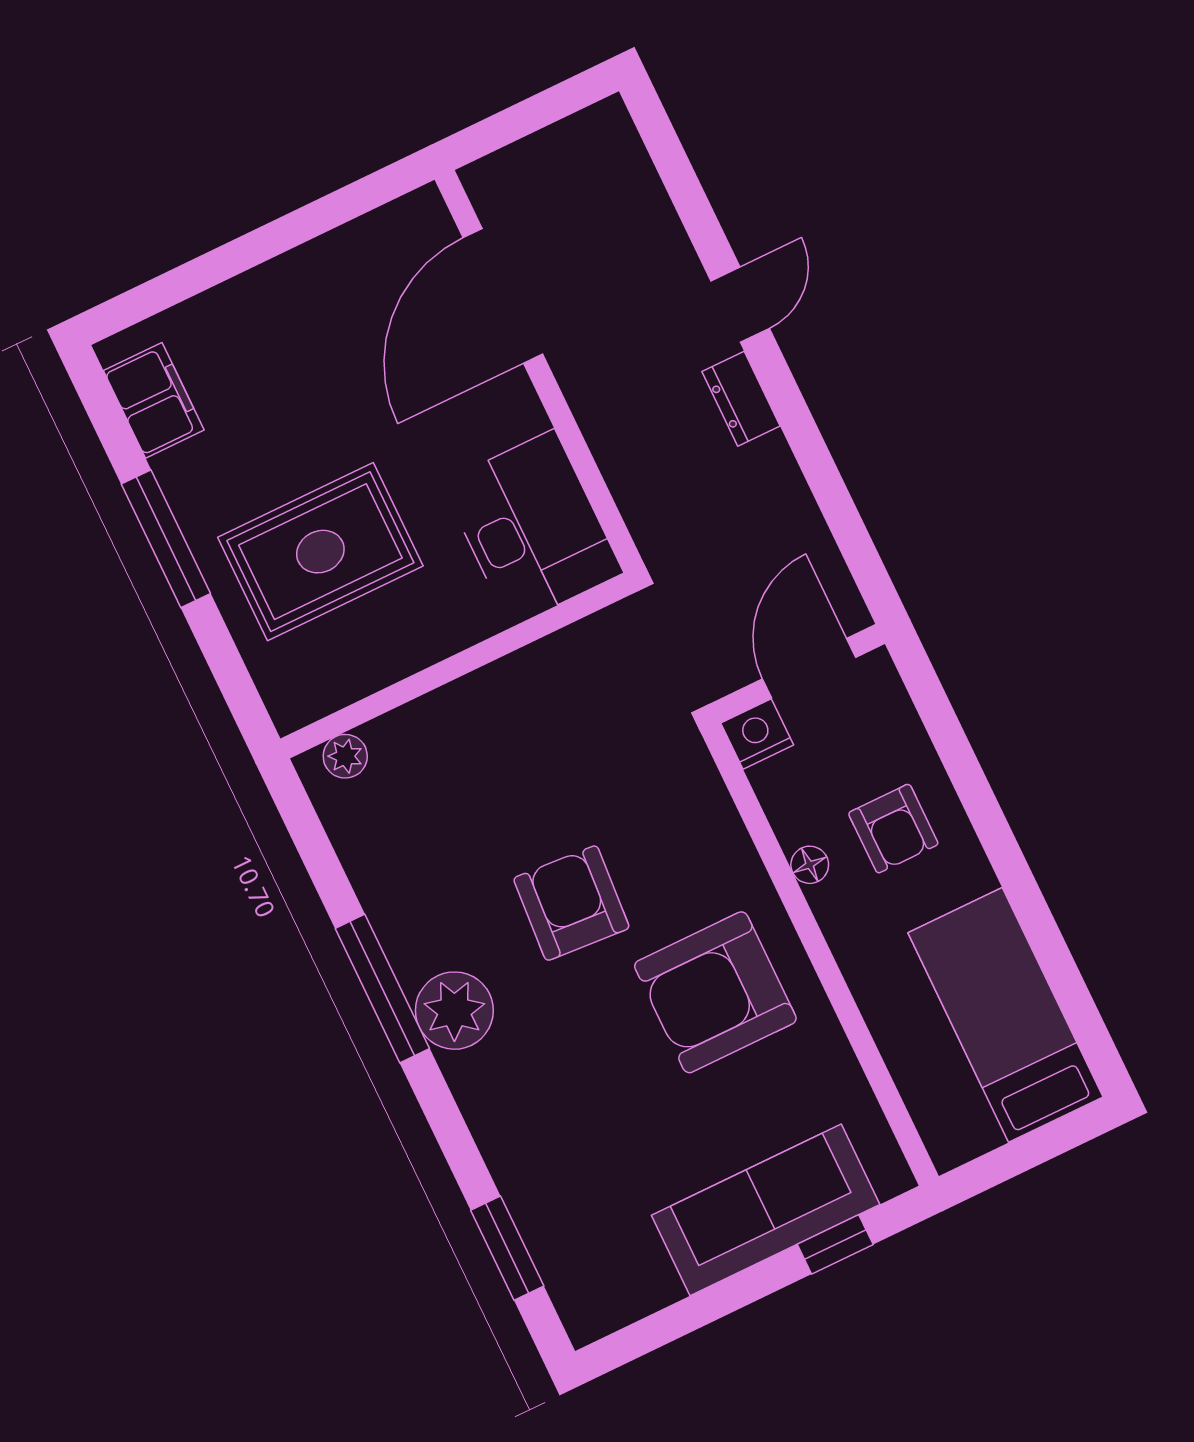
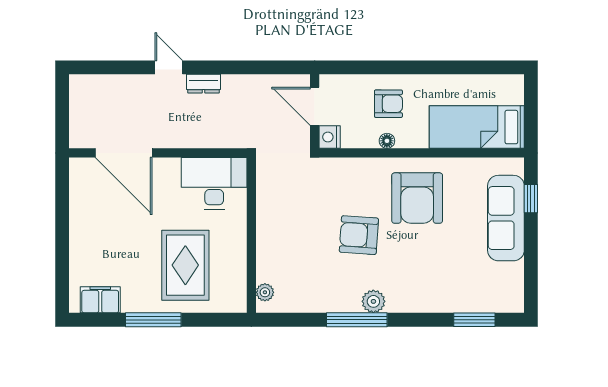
plant: (454, 1011) -> (373, 301), width x0.73, depth x0.73
bed: (1005, 1015) -> (477, 127), moved

